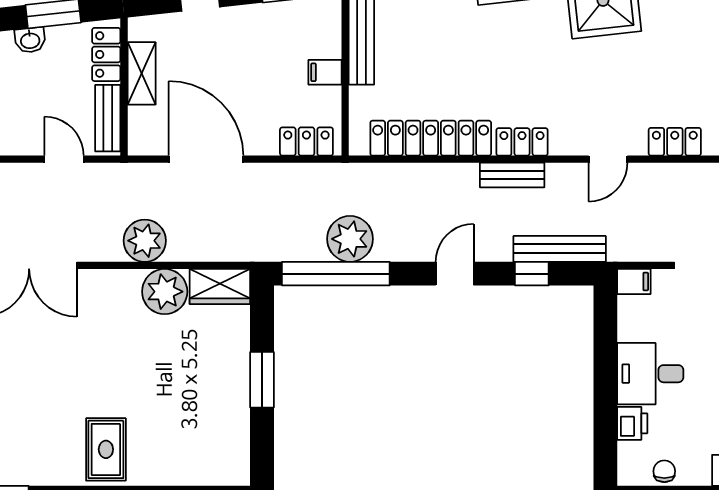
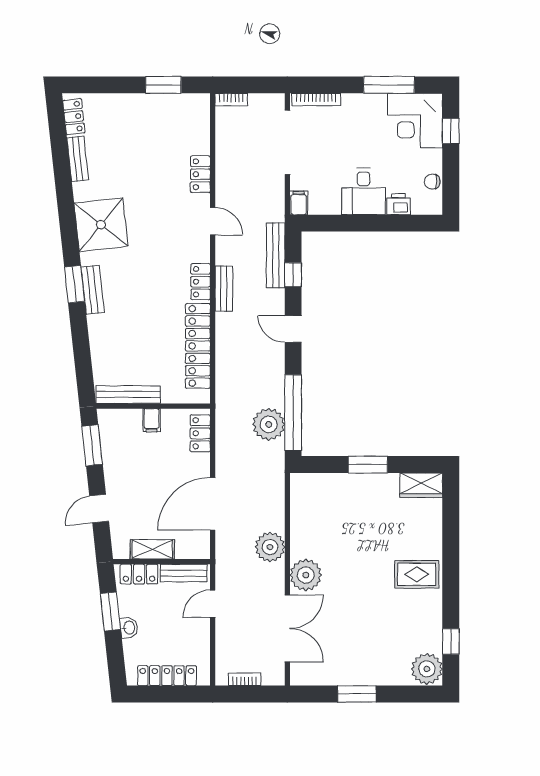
plant: (350, 239) -> (269, 424), moved
wardrobe: (220, 286) -> (421, 485), moved, turned 90
plant: (165, 292) -> (306, 575), moved

